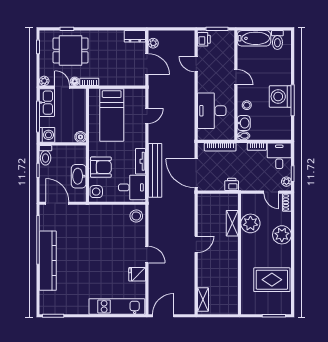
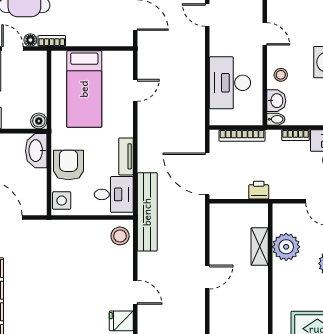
armchair: (101, 167) -> (68, 165), turned -90
bench: (155, 170) -> (147, 212), moved
washbasin: (79, 176) -> (36, 151), moved

